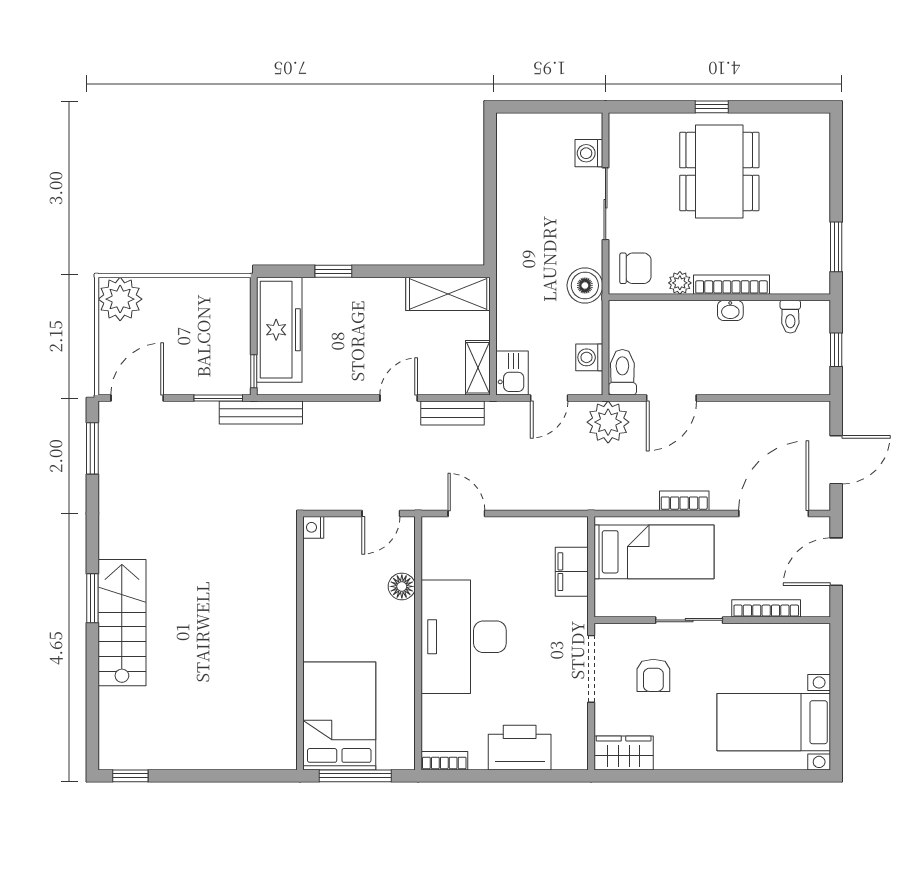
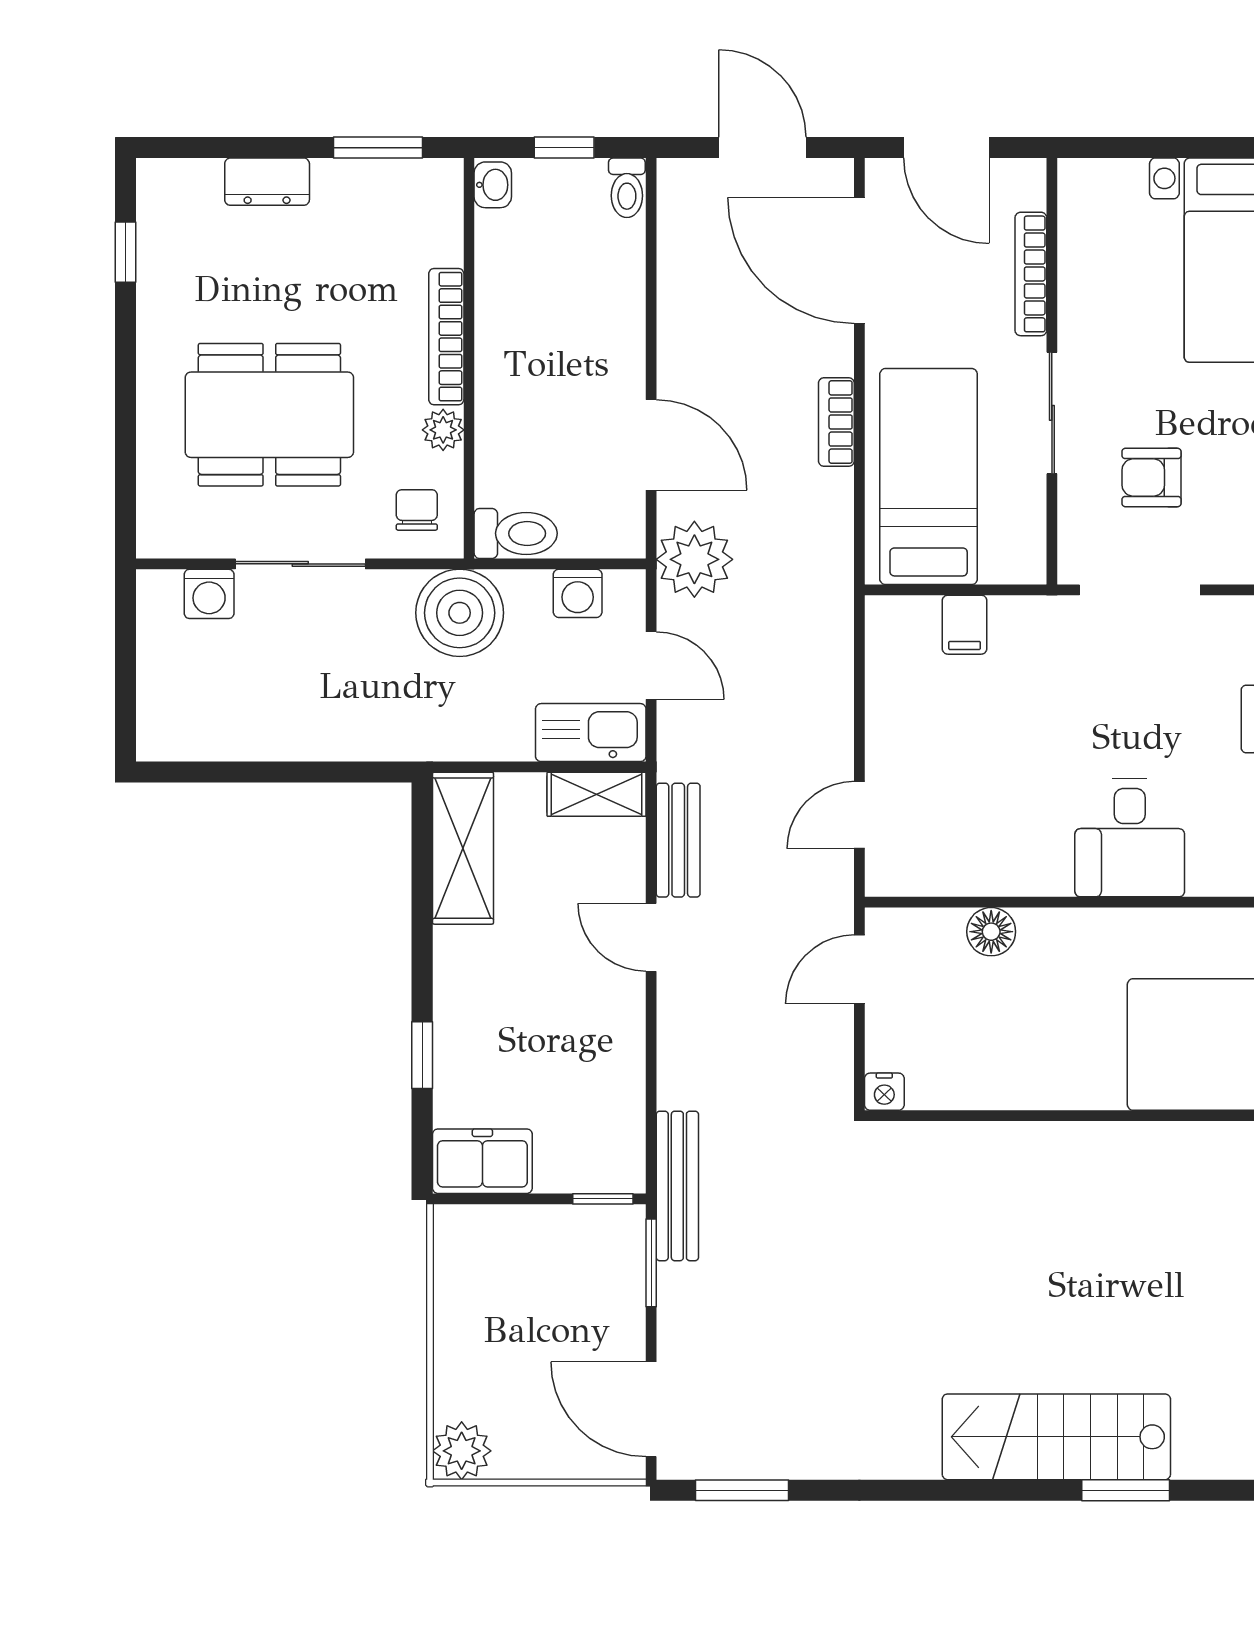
window: (712, 107) -> (125, 252), moved
dining table: (719, 171) -> (269, 415), moved
dresser: (817, 185) -> (267, 182), added
chair: (635, 268) -> (417, 510), width x0.73, depth x0.73
boiler: (585, 285) -> (460, 613), width x1.37, depth x1.37
plant: (120, 299) -> (462, 1451), width x0.73, depth x0.73
washbasin: (730, 310) -> (493, 185), moved
toilet: (790, 317) -> (627, 188), moved, turned 90
freezer: (279, 330) -> (482, 1161), width x0.52, depth x0.79
toilet: (622, 372) -> (516, 533), moved, turned 180
kitchen sink: (512, 373) -> (591, 733), width x1.38
door: (381, 513) -> (859, 969), swing flipped
filing cabinet: (572, 572) -> (965, 625), width x0.50
window: (92, 598) -> (1126, 1490), moved
desk: (464, 637) -> (1130, 838), width x0.53, depth x0.77
armchair: (653, 675) -> (1151, 478), turned 180

